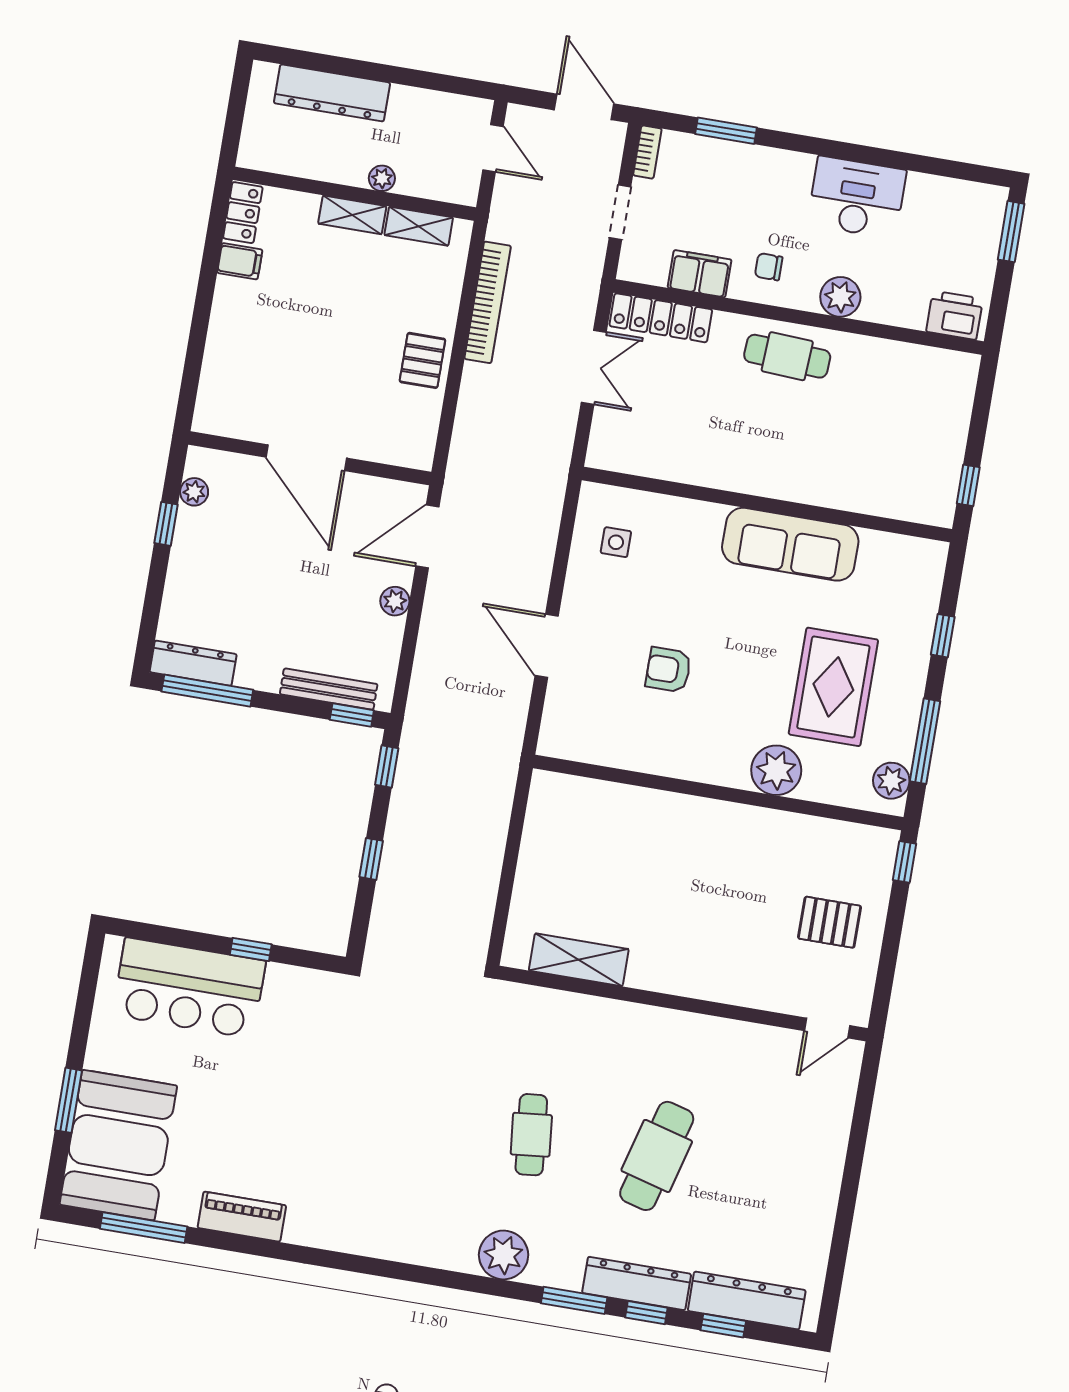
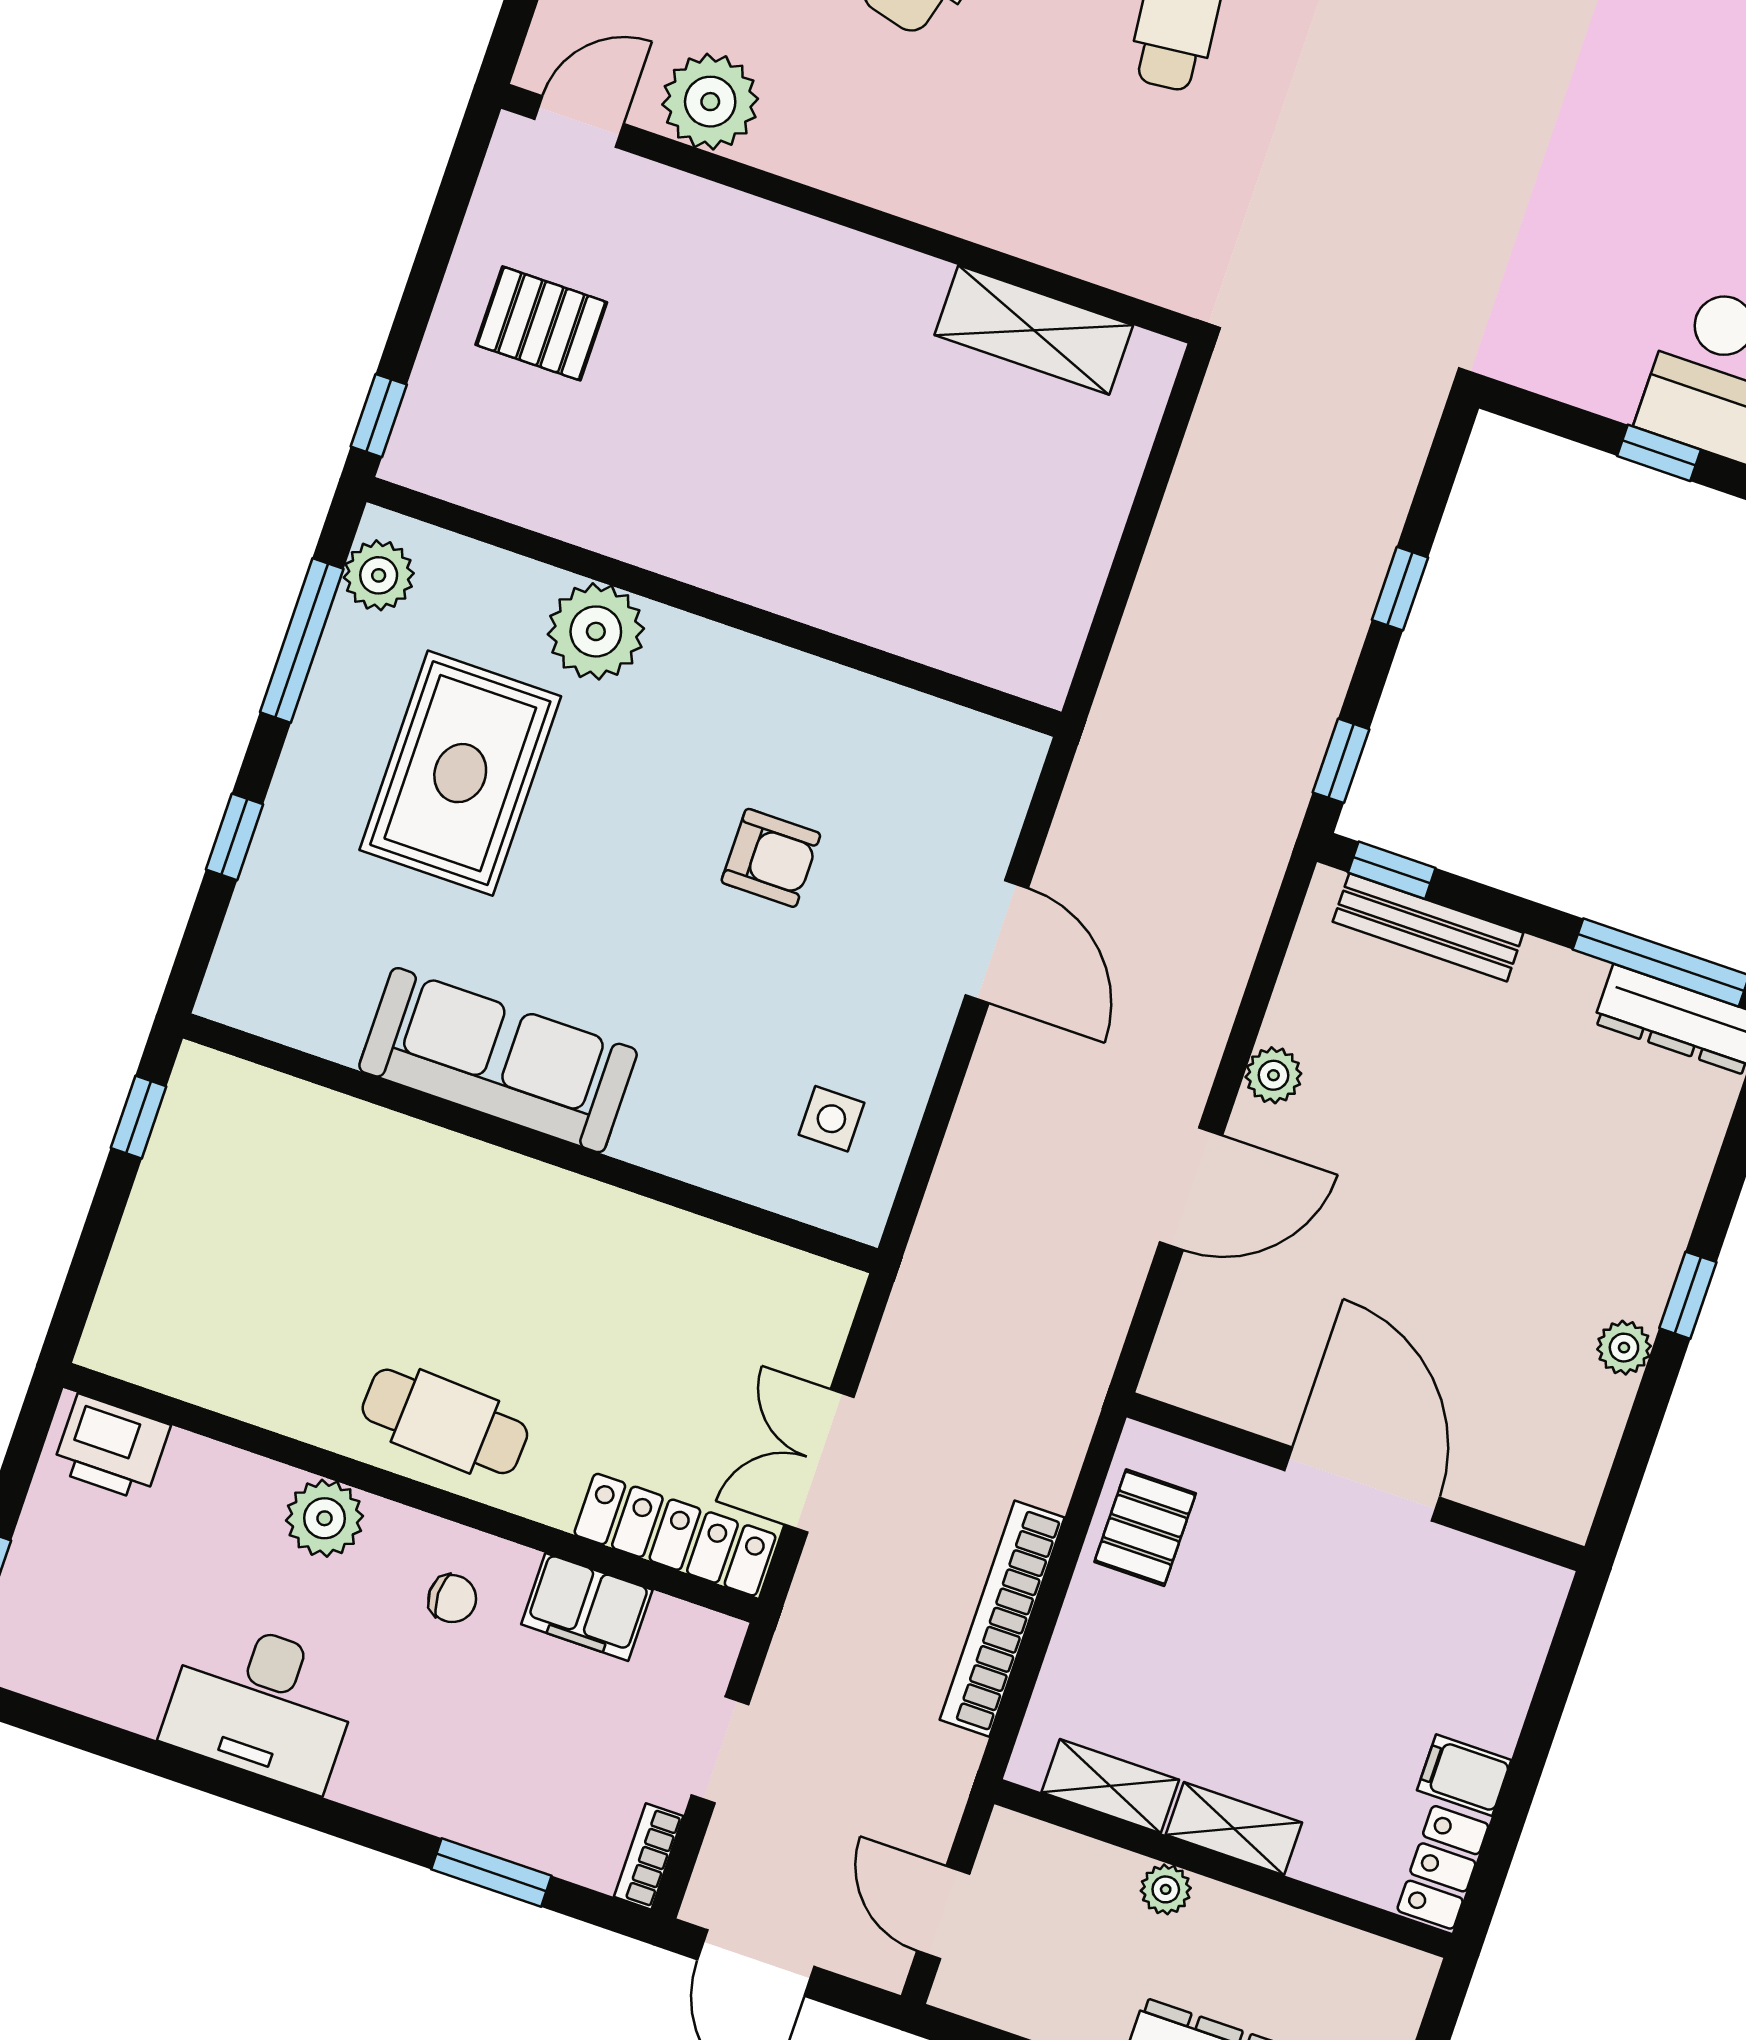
door: (306, 458) -> (1362, 1484), moved
wall: (310, 458) -> (1356, 1482), moved
plant: (762, 1049) -> (710, 102), added

